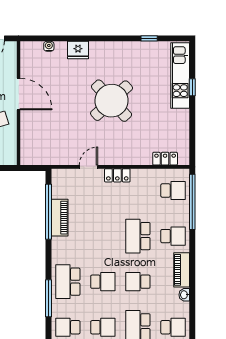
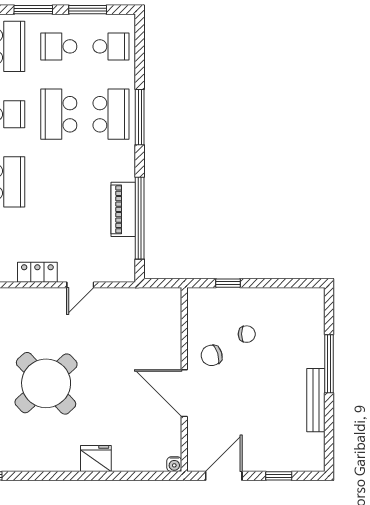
water cooler: (49, 46) -> (174, 464), moved
school desk: (103, 282) -> (59, 114), width x1.85
window: (49, 298) -> (140, 117), moved

